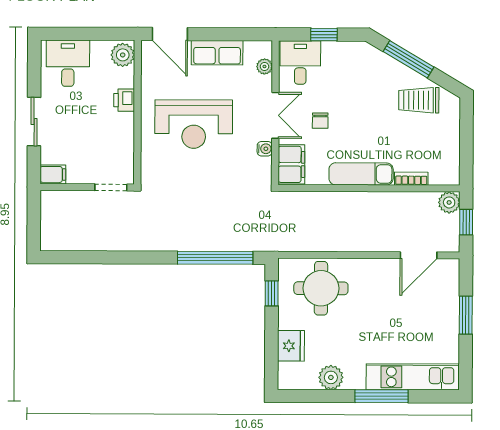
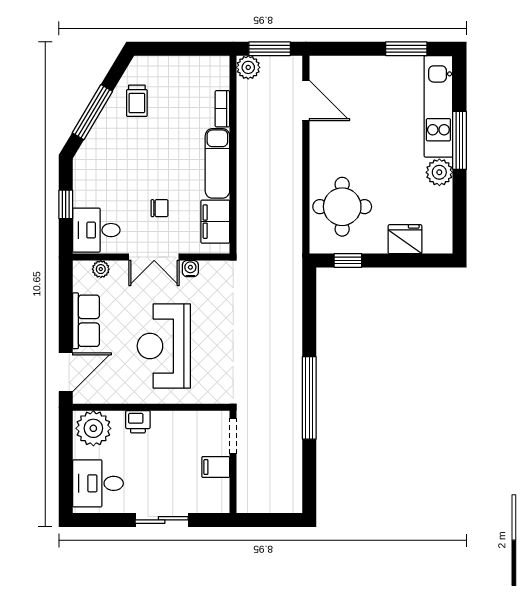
plant: (123, 55) -> (93, 428), width x1.36, depth x1.36
trolley: (419, 100) -> (137, 101), width x0.73, depth x0.72
double door: (275, 115) -> (154, 257), swing flipped
reception desk: (194, 124) -> (164, 346), turned 180
filing cabinet: (291, 164) -> (215, 222), moved, turned -90
filing cabinet: (53, 174) -> (216, 467), moved, turned -90
window: (466, 222) -> (270, 49), width x1.50
window: (215, 258) -> (309, 398), moved
window: (466, 315) -> (406, 49), moved
plant: (331, 377) -> (439, 172), moved

